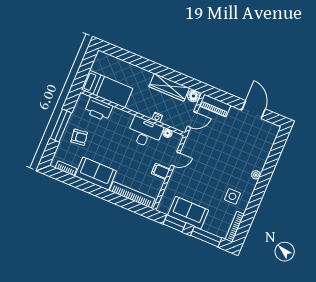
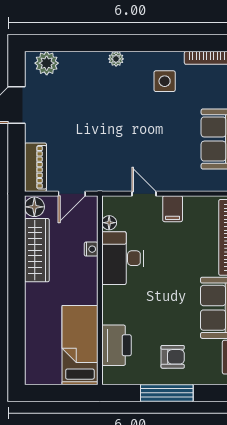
door: (192, 119) -> (72, 194), swing flipped
plant: (269, 136) -> (47, 63), added
armchair: (79, 137) -> (173, 357), turned 98

